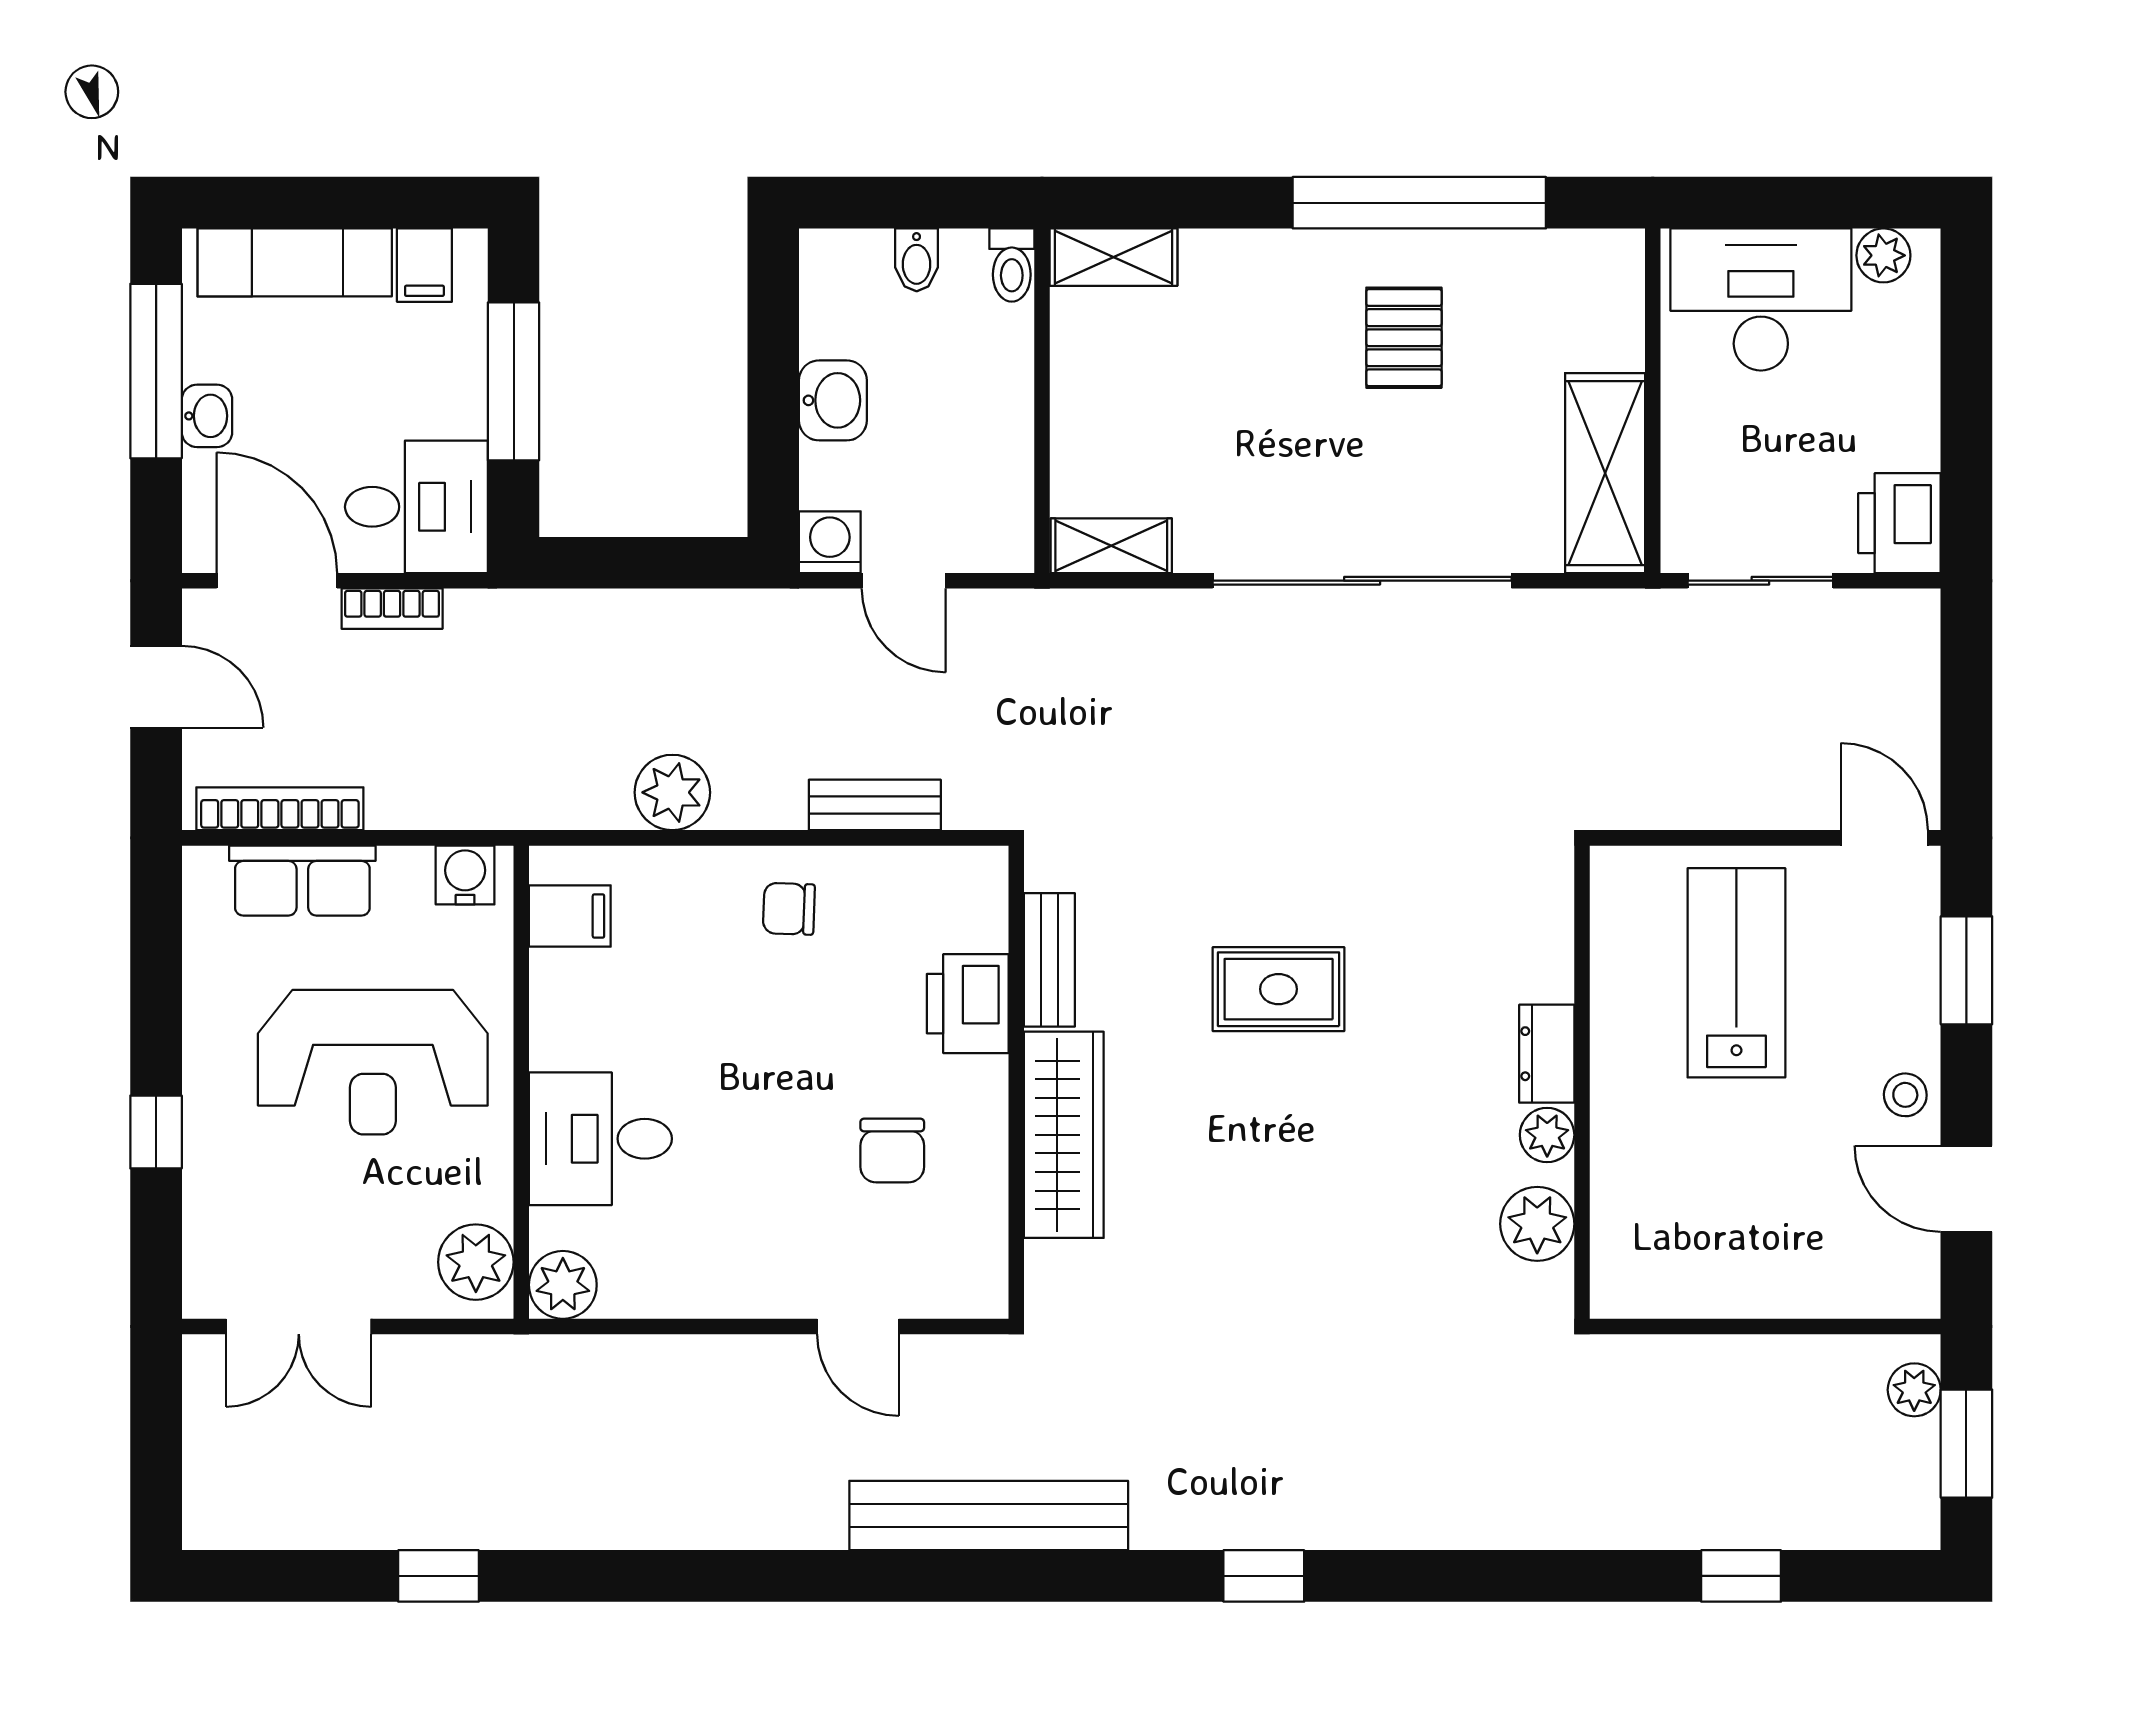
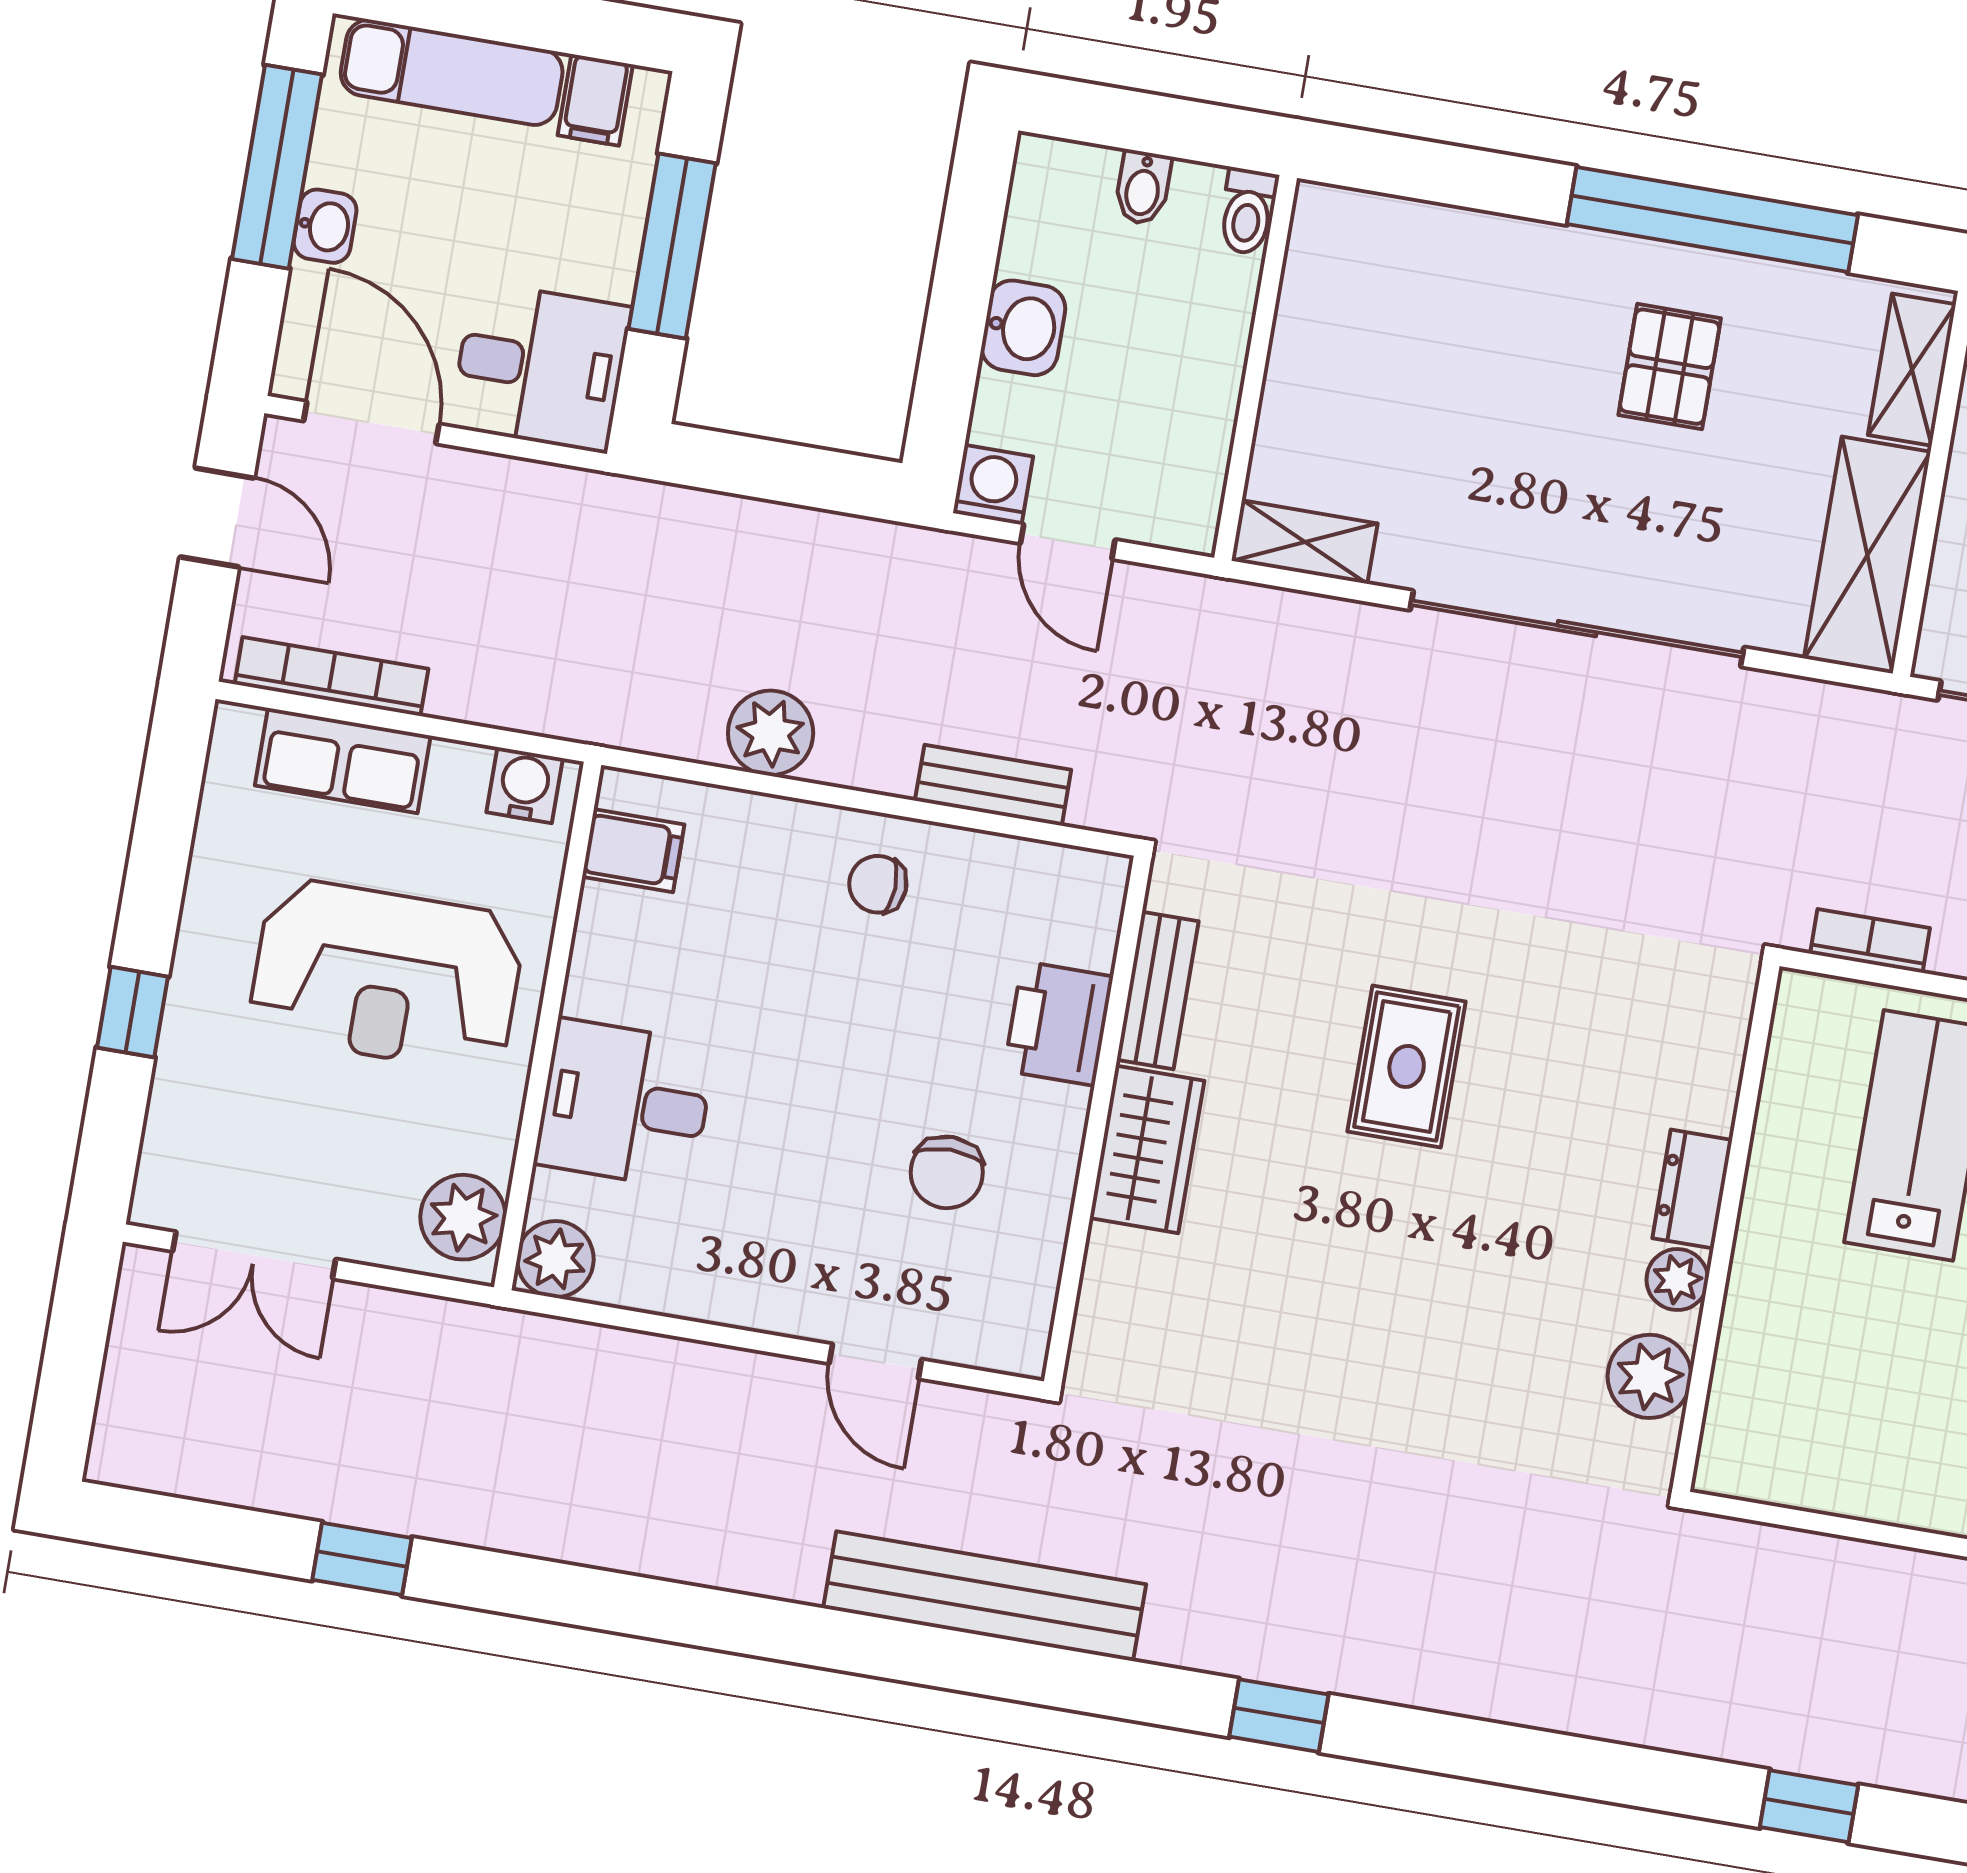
shelving: (1113, 257) -> (1912, 370), moved, turned 90
bookcase: (392, 609) -> (1870, 941), moved, turned 180
rug: (1279, 989) -> (1407, 1066), turned 90
wardrobe: (1064, 1135) -> (1147, 1149), width x0.67

